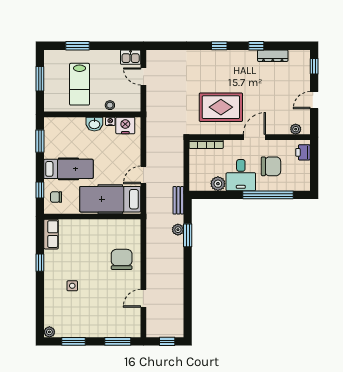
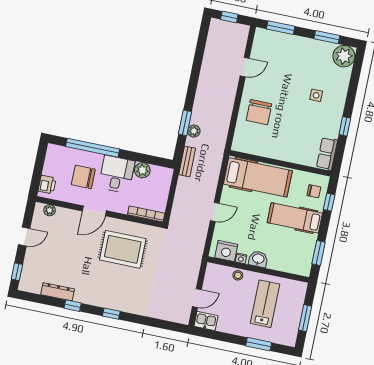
door: (143, 76) -> (197, 298), hinge flipped
door: (143, 175) -> (215, 212), moved
plant: (49, 332) -> (344, 56), width x1.88, depth x1.88

